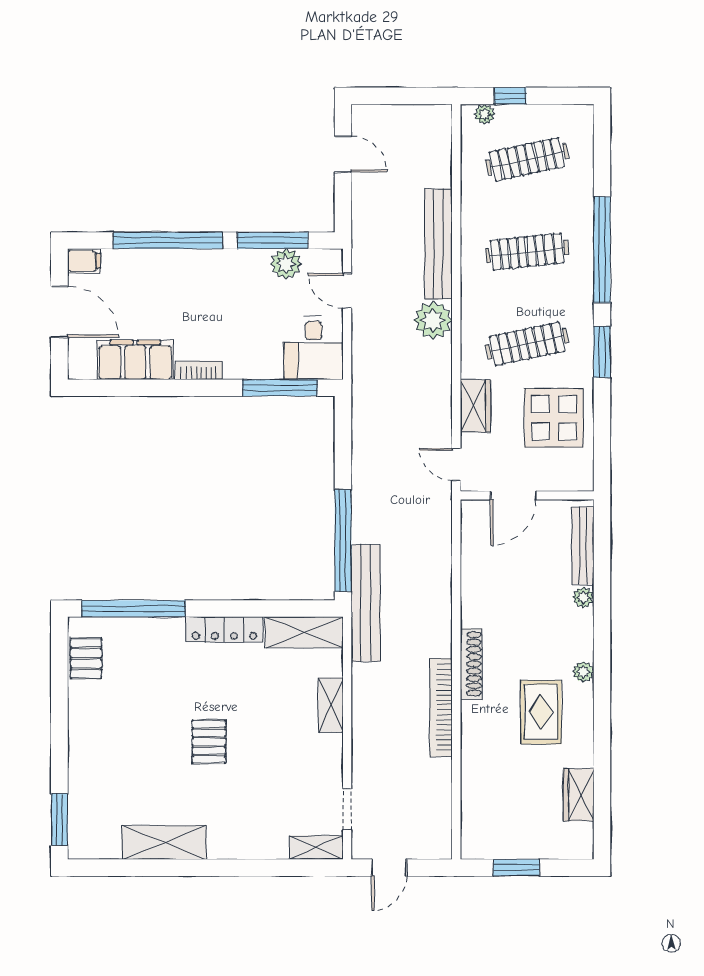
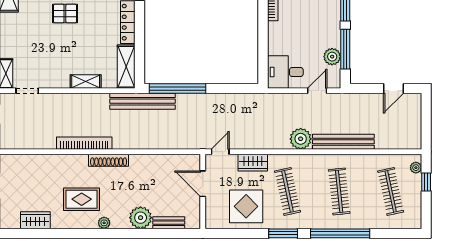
window: (280, 388) -> (263, 53), removed
bench: (583, 546) -> (169, 223), width x0.73
plant: (583, 597) -> (141, 218), width x1.88, depth x1.88

